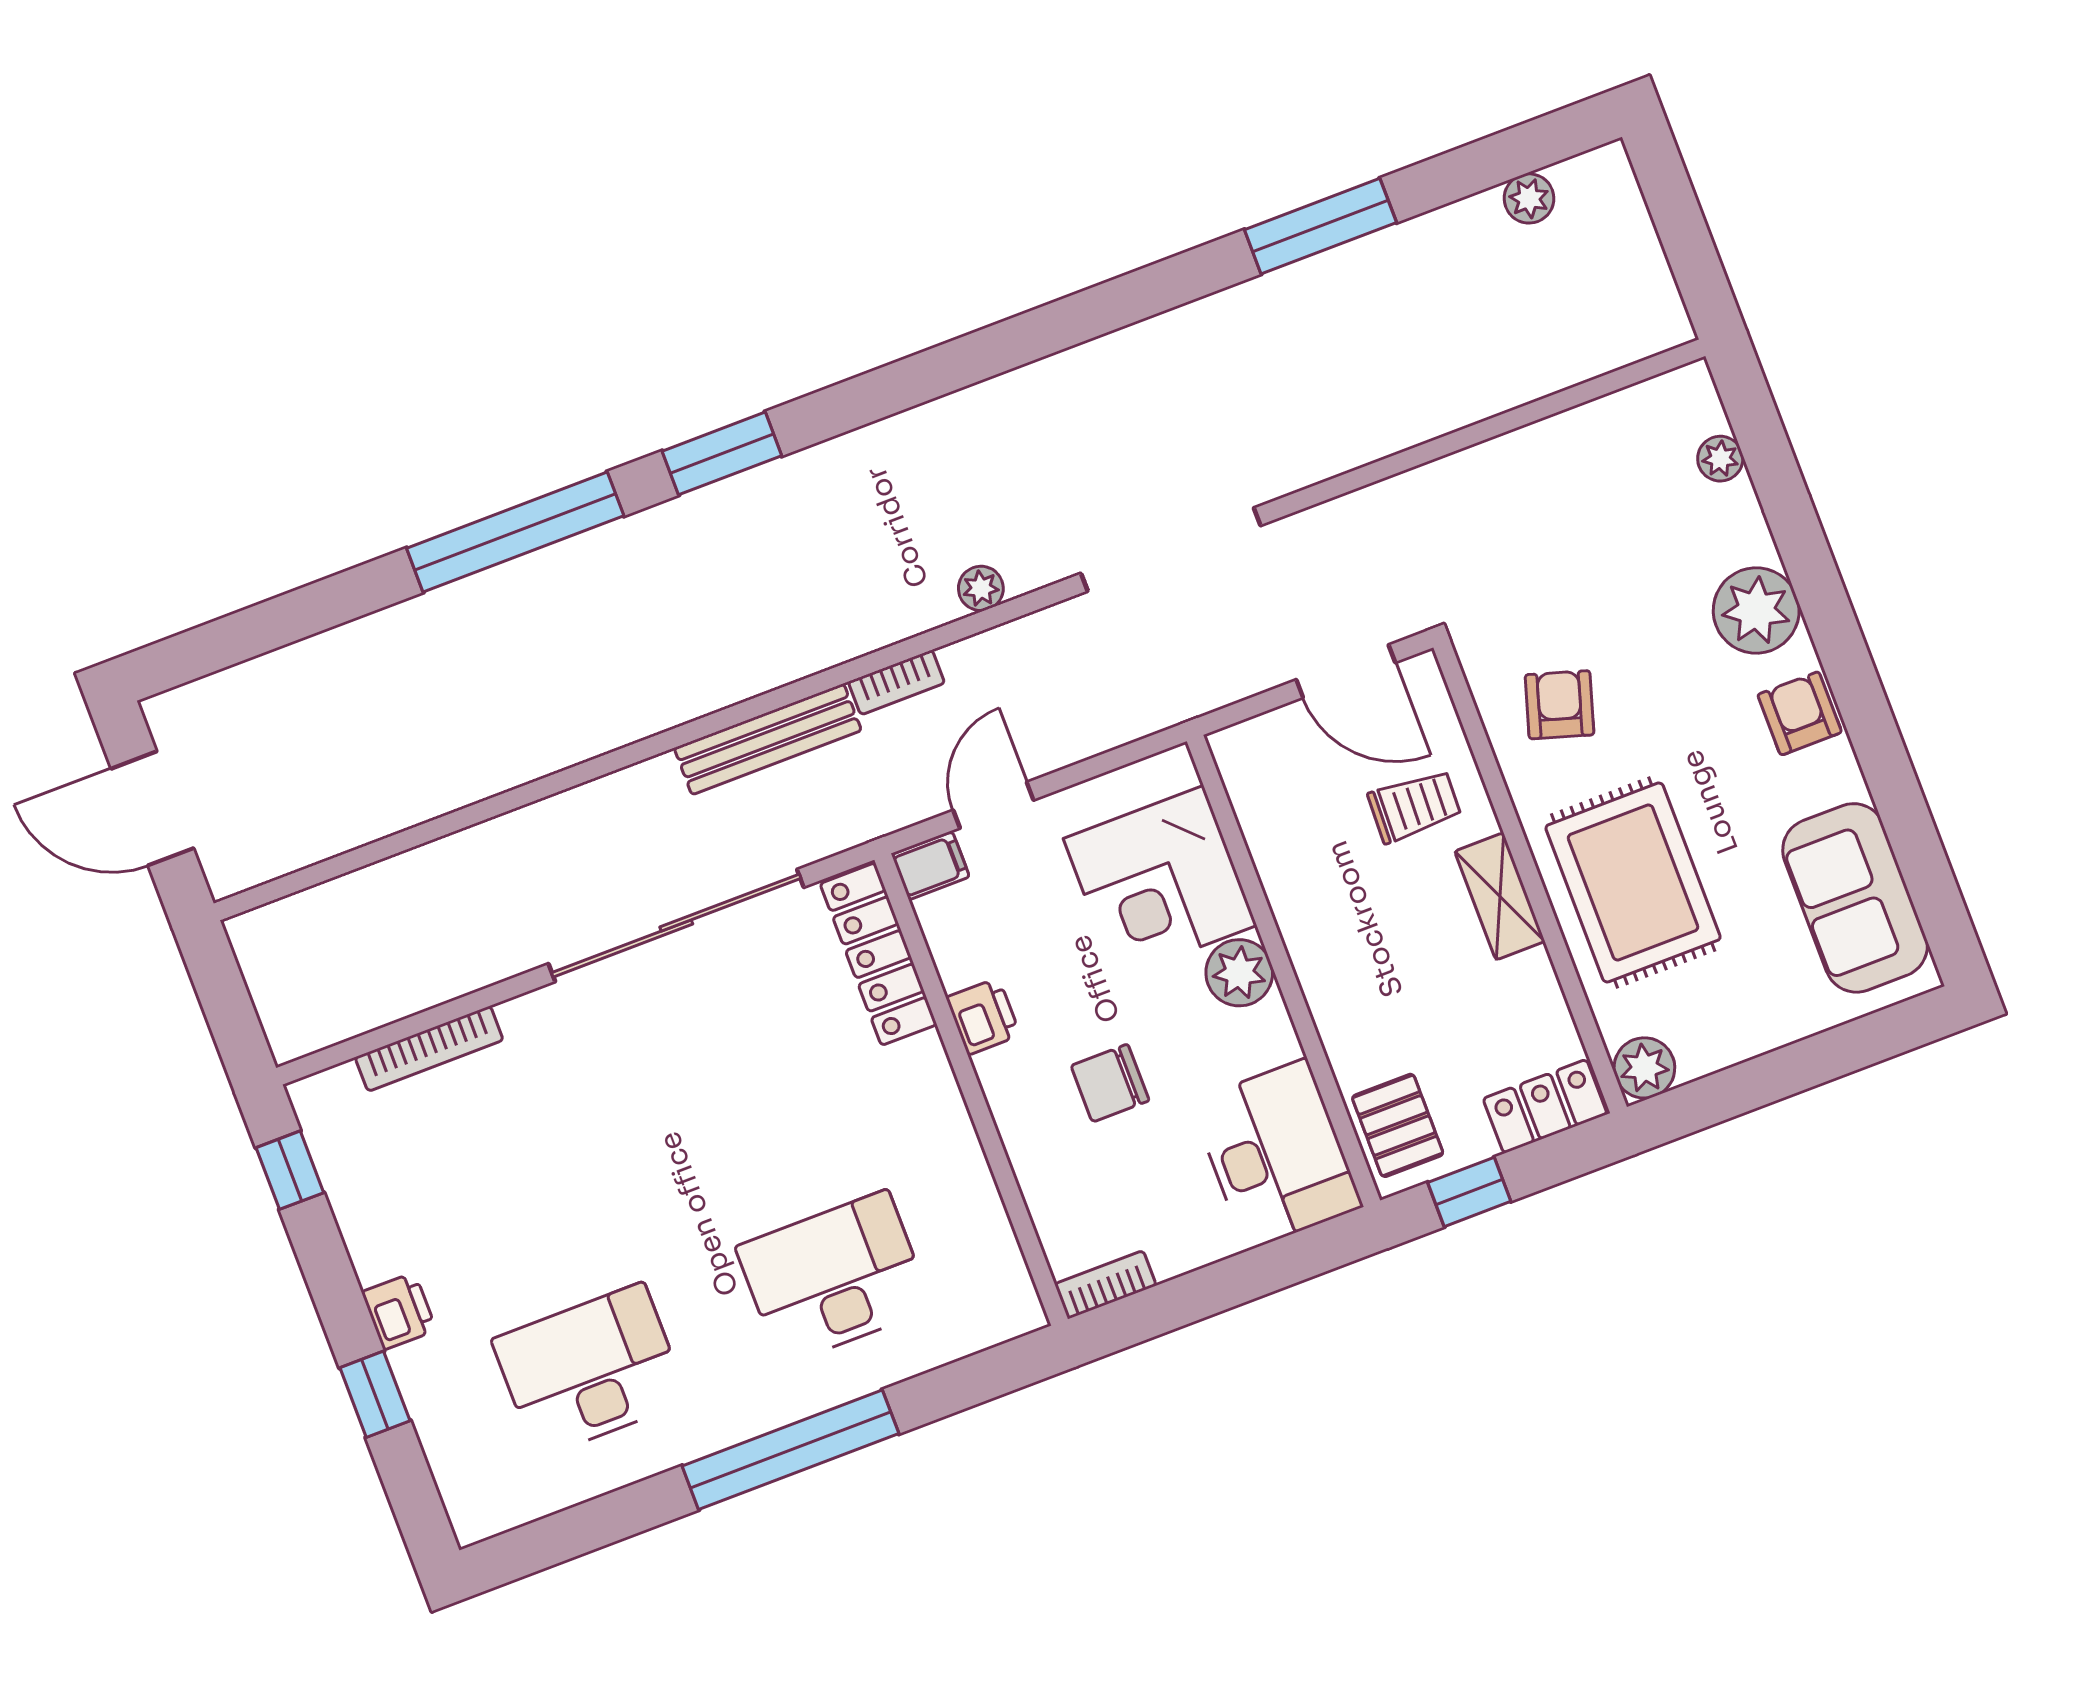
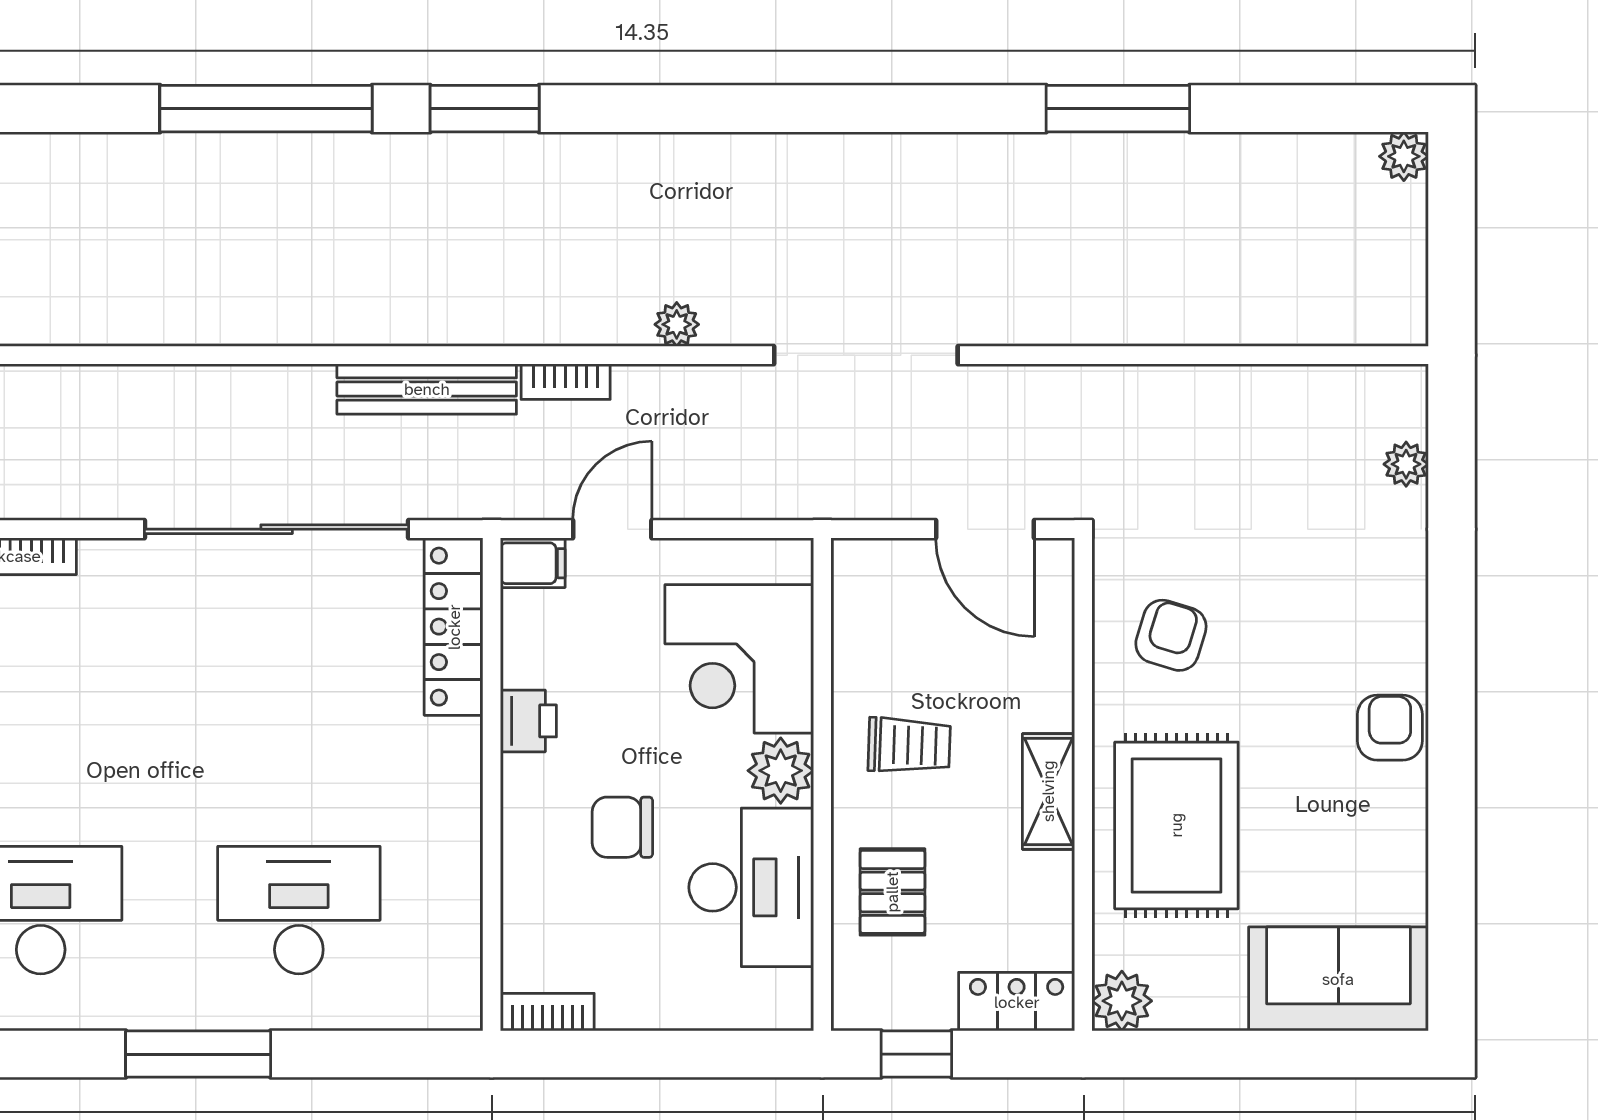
plant: (1529, 198) -> (1404, 156), moved
plant: (1756, 610) -> (1386, 617), removed
trolley: (1415, 806) -> (909, 745), moved
sofa: (1855, 898) -> (1338, 979), moved, turned 90
pallet: (1398, 1125) -> (892, 892), moved
desk: (1276, 1154) -> (751, 887), moved
window: (790, 1450) -> (198, 1054), width x0.68

